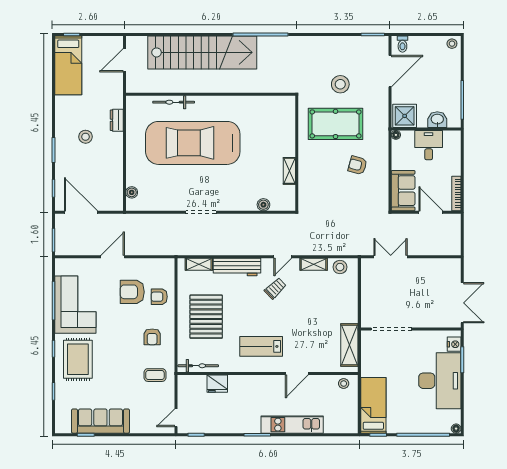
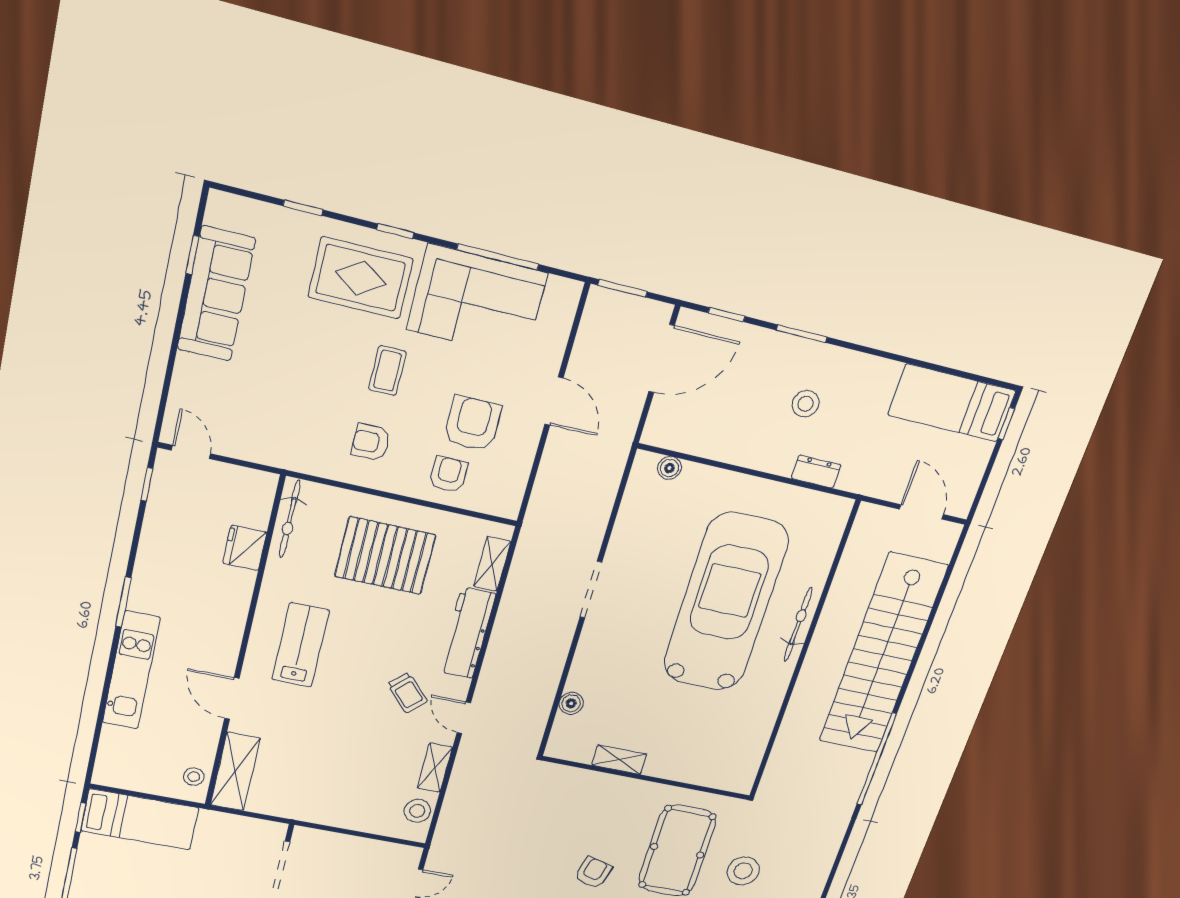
bicycle: (174, 102) -> (798, 625), moved
shelving: (349, 345) -> (235, 772), moved, turned 90
coffee table: (155, 375) -> (387, 371), moved

